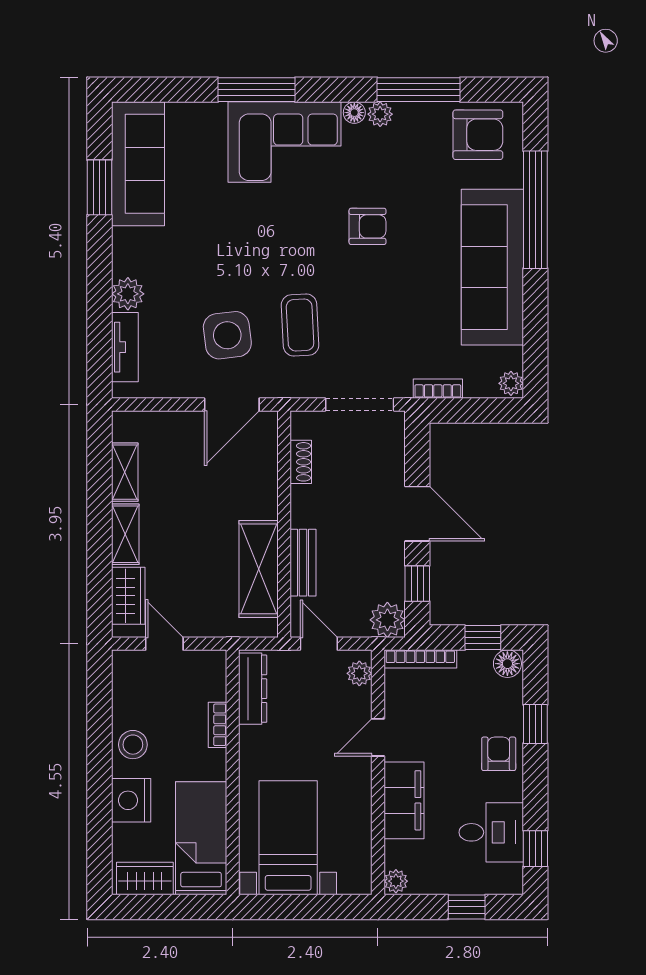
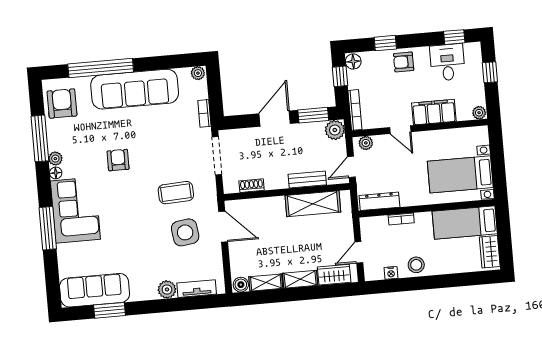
boiler: (125, 427) -> (241, 285), added
window: (417, 584) -> (313, 115), width x1.50
nightstand: (131, 800) -> (391, 273), moved, width x0.53, depth x0.56

